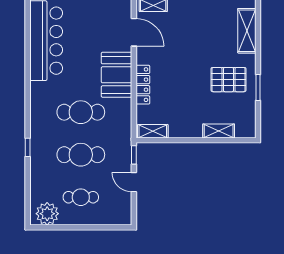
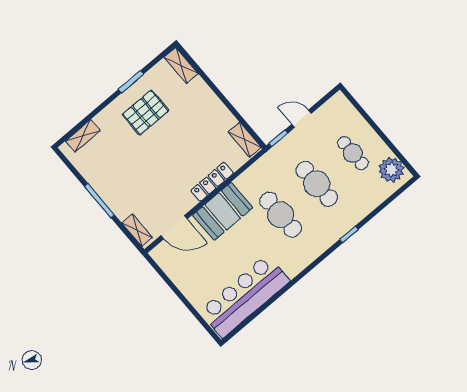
shelving: (247, 31) -> (83, 136), width x0.67, depth x0.75
door: (134, 32) -> (174, 227), swing flipped
pallet: (228, 80) -> (146, 113), turned 90
shelving: (219, 131) -> (181, 65), moved
door: (134, 182) -> (301, 119), swing flipped

